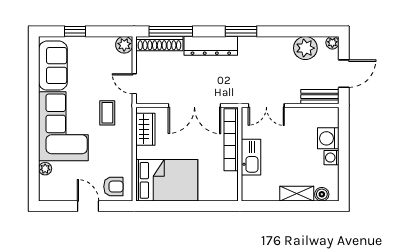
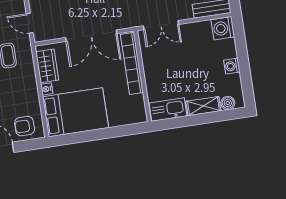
washing machine: (328, 138) -> (223, 28), moved
nightstand: (141, 152) -> (47, 89), added
kitchen sink: (251, 157) -> (168, 110), moved, turned -90
armchair: (113, 187) -> (25, 126), turned 180

